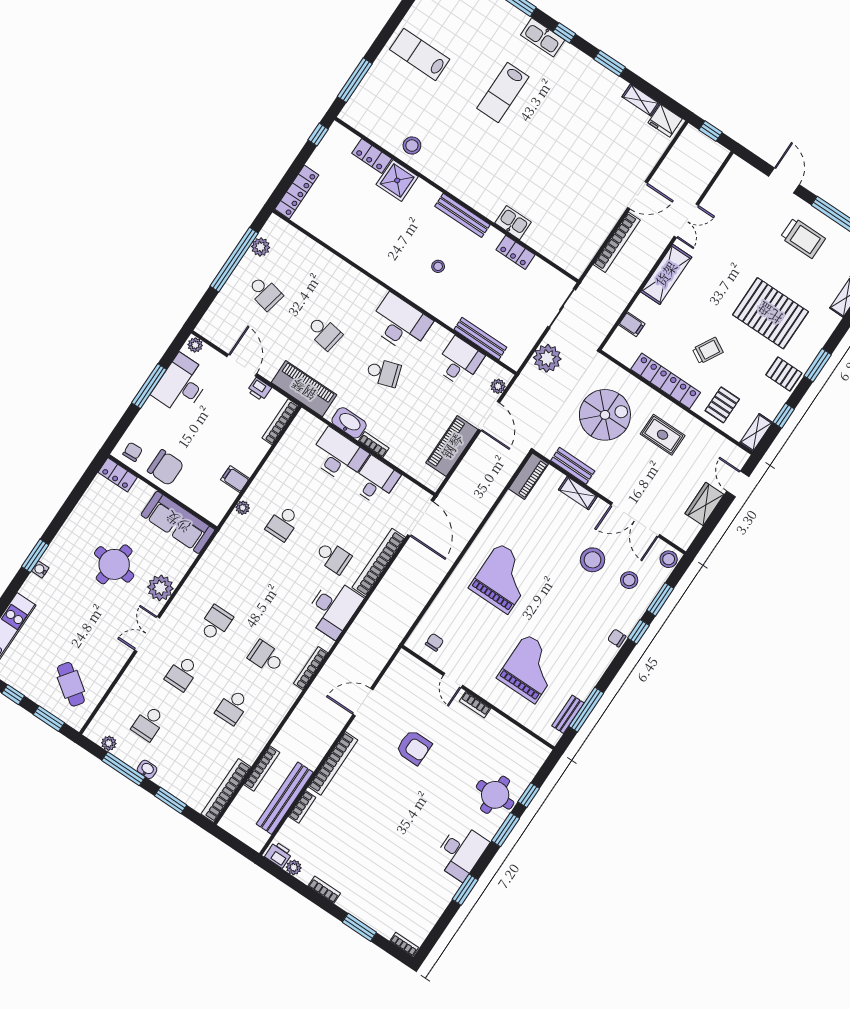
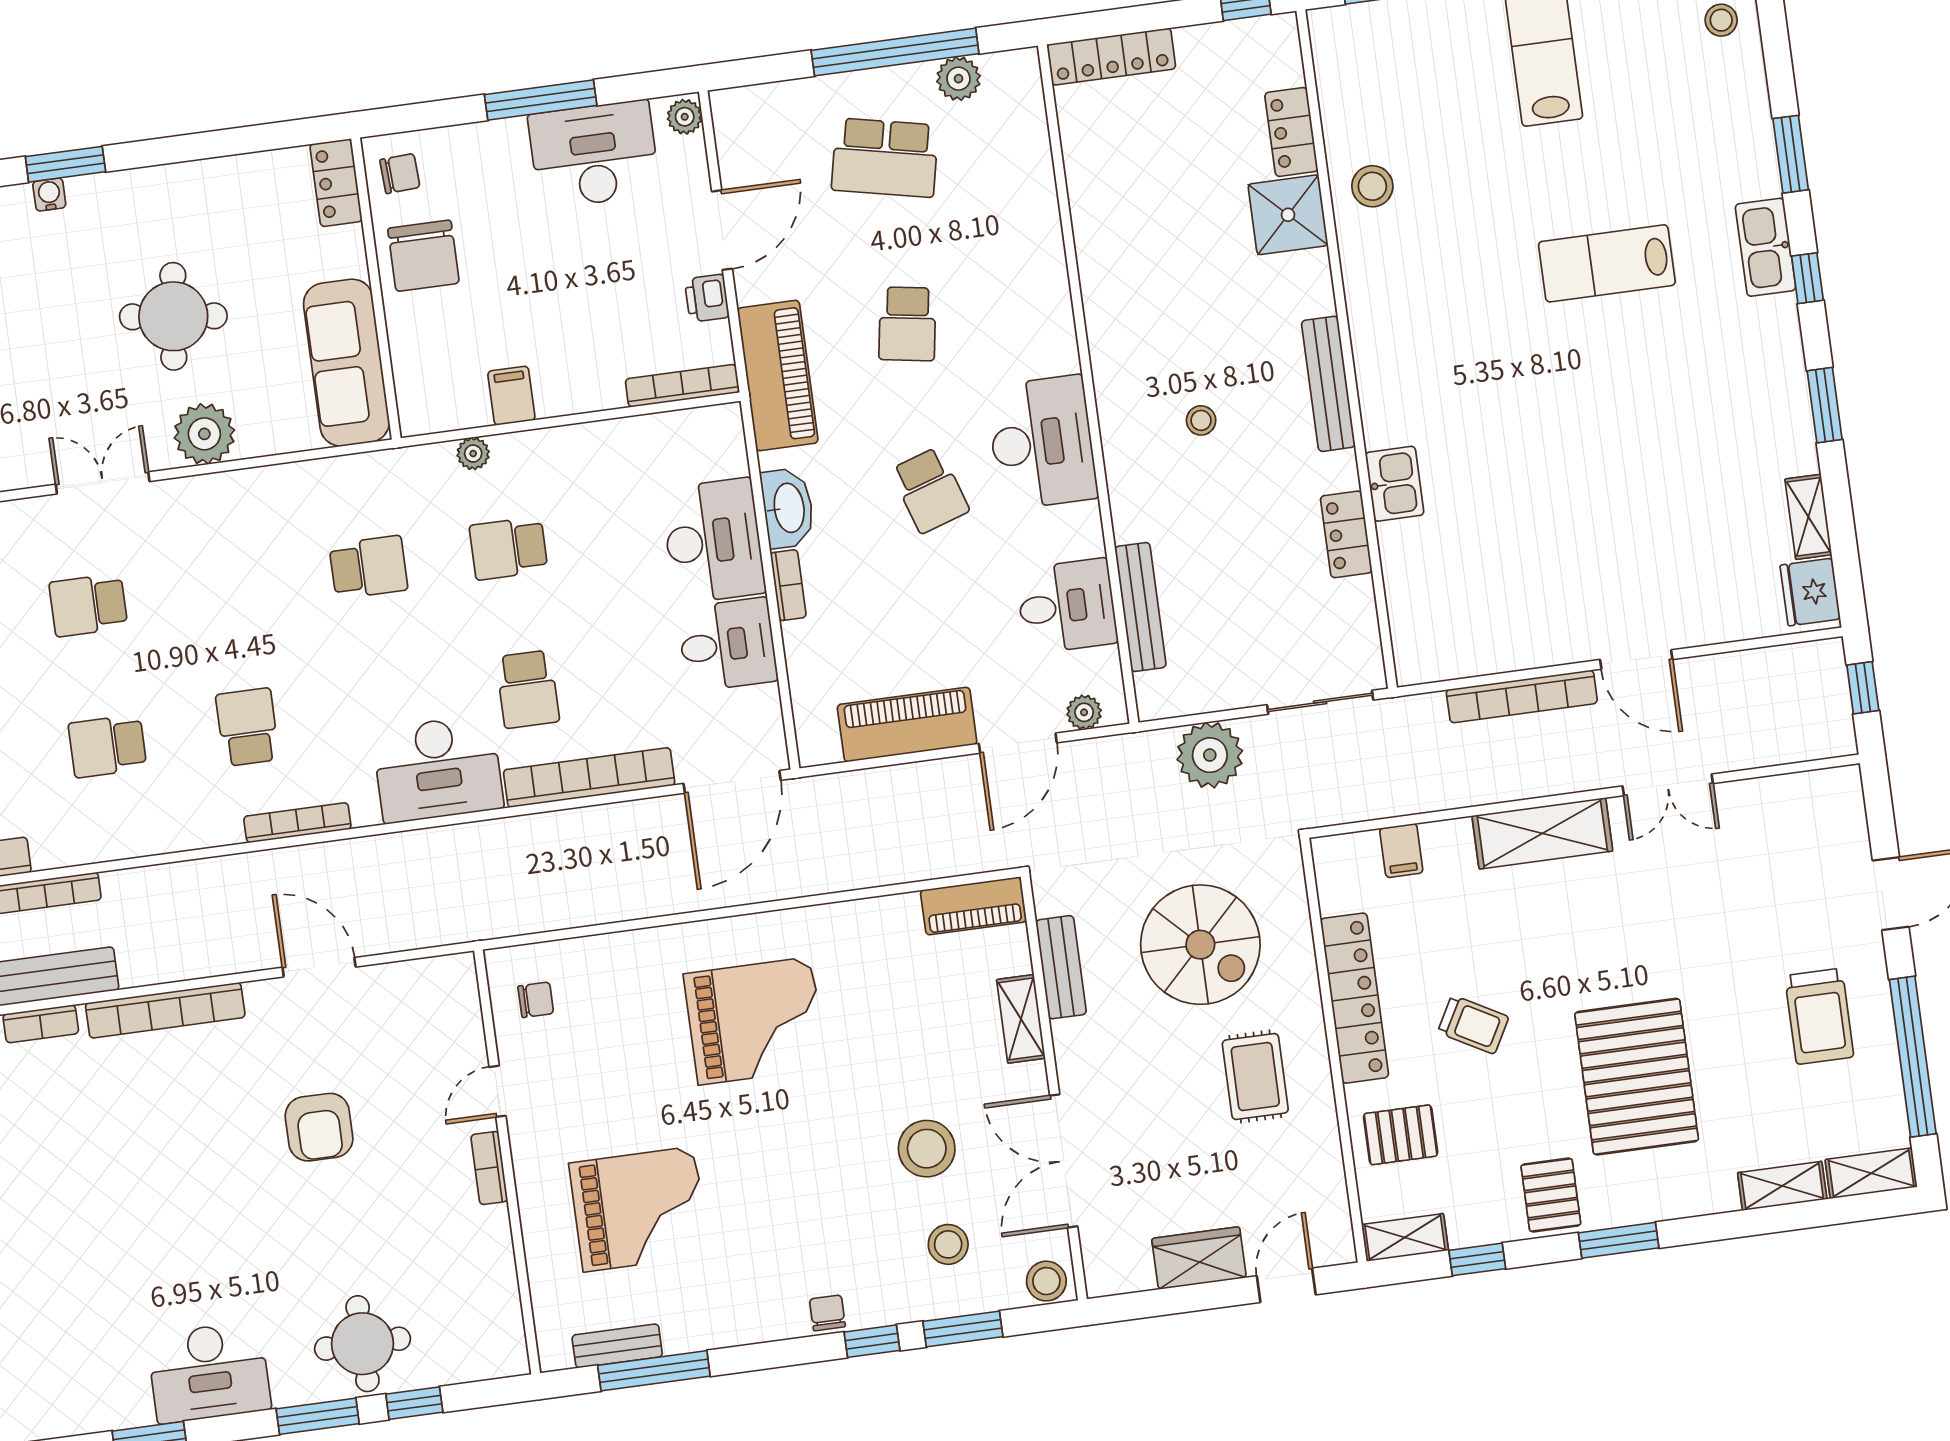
school desk: (265, 293) -> (885, 158), width x1.85
school desk: (216, 623) -> (368, 567), moved

